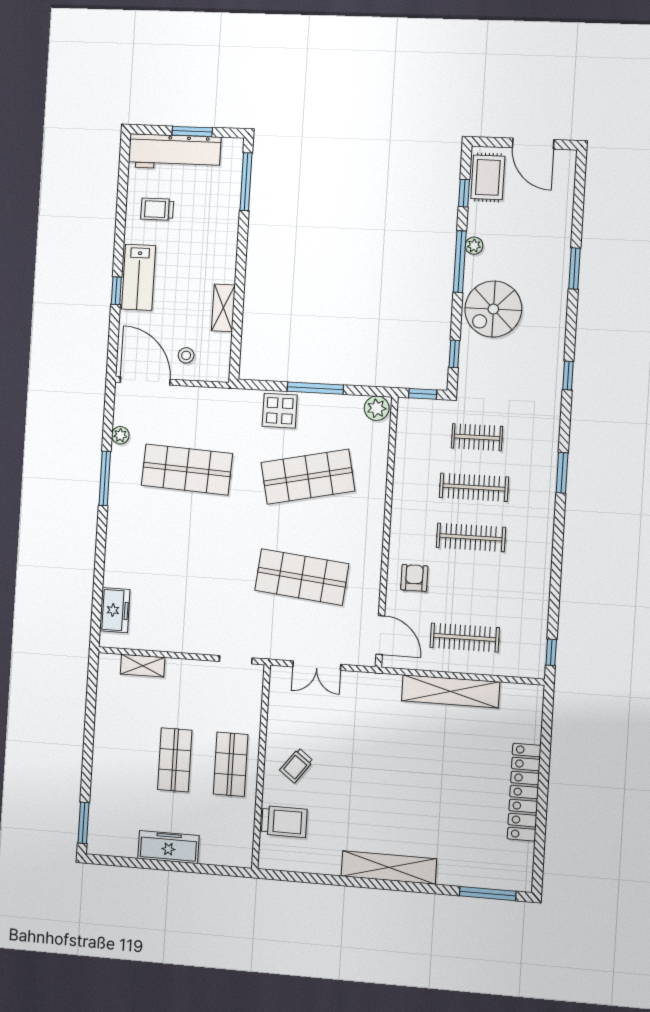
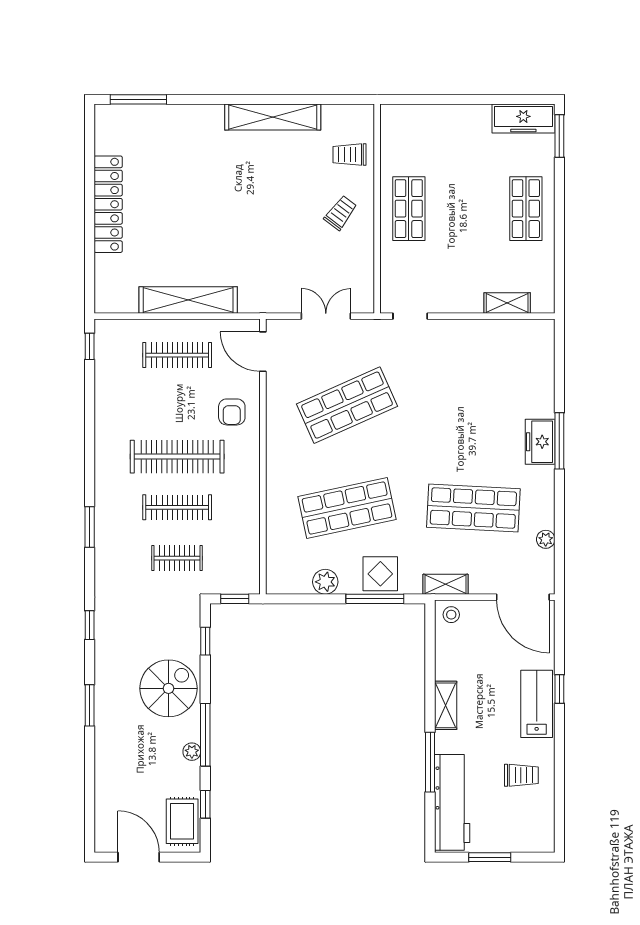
workbench: (175, 152) -> (452, 802), moved, turned 90
window: (246, 182) -> (430, 762), moved
window: (574, 269) -> (90, 705), moved
shelving: (223, 308) -> (446, 705), moved
stool: (186, 355) -> (451, 615), moved
window: (315, 388) -> (375, 599), moved
shelving: (218, 397) -> (446, 584), added
plant: (377, 408) -> (325, 582), moved
window: (105, 478) -> (559, 441), moved
clothes rail: (471, 537) -> (177, 457), width x1.37, depth x1.31
shop shelf: (302, 577) -> (347, 405), turned -30
freezer: (115, 610) -> (540, 442), moved
shop shelf: (175, 760) -> (526, 209), moved
trolley: (284, 822) -> (350, 155), width x0.73, depth x0.72
freezer: (168, 847) -> (523, 119), moved
shelving: (389, 867) -> (273, 117), moved

